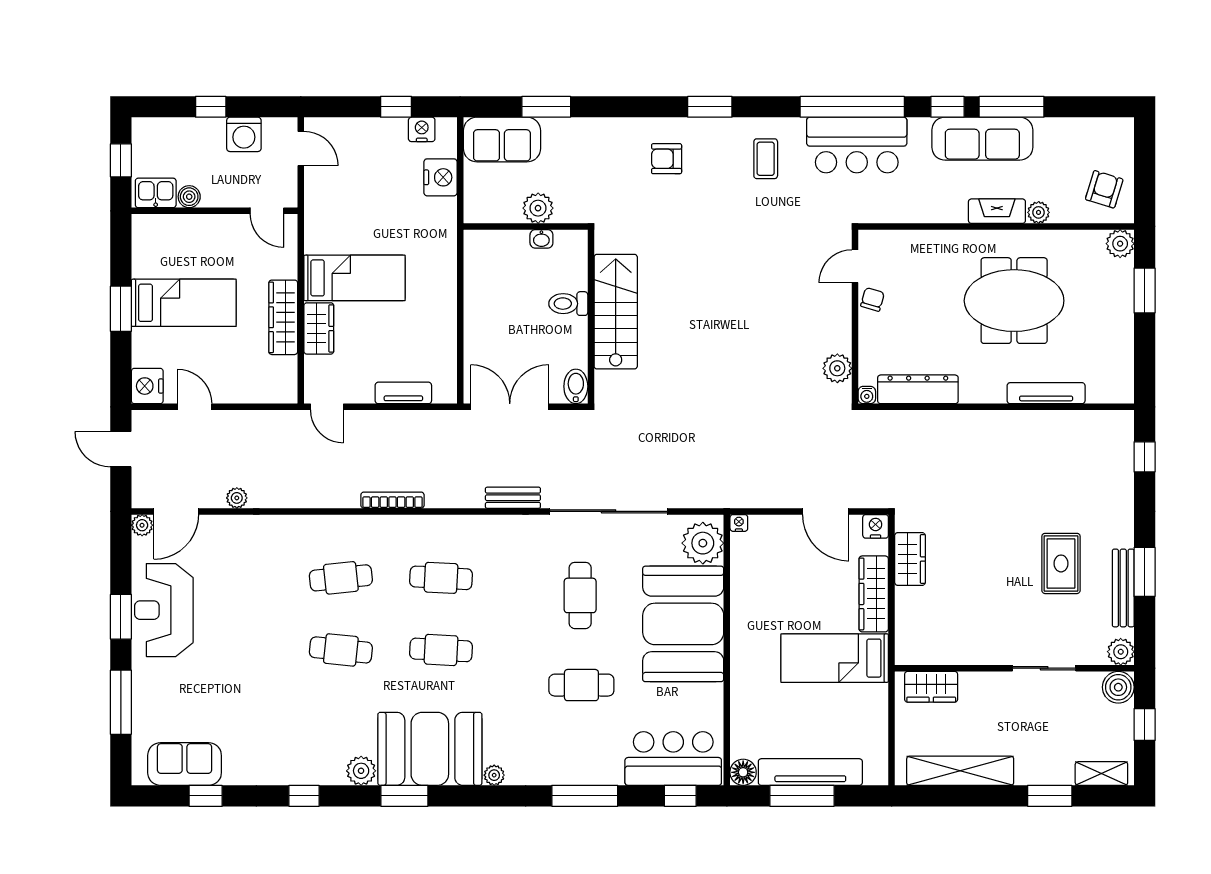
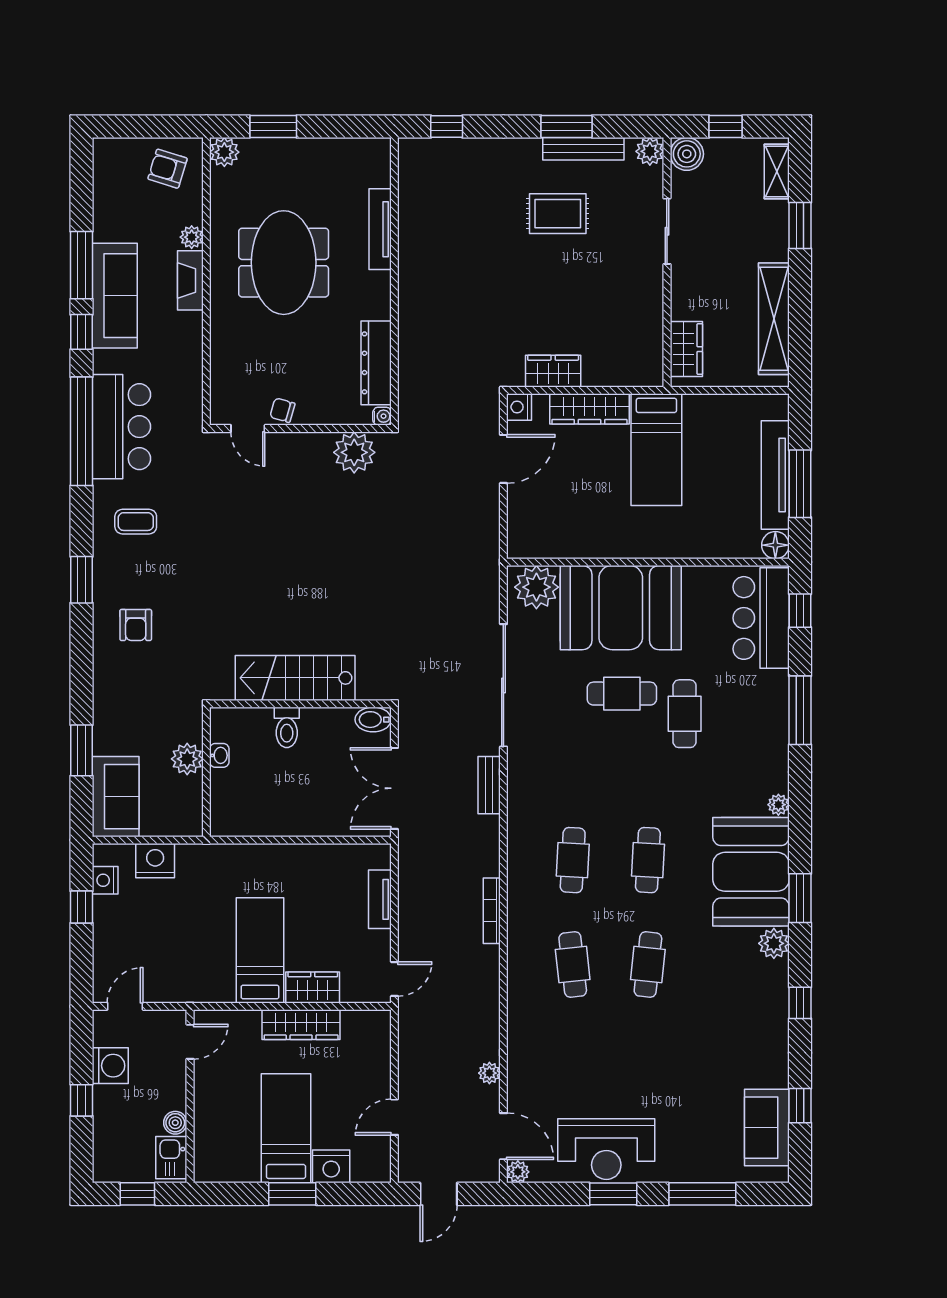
plant: (837, 368) -> (354, 452), width x1.36, depth x1.36
nightstand: (147, 386) -> (331, 1166), moved
nightstand: (739, 523) -> (515, 550), removed
cafe table: (580, 595) -> (622, 694), moved

